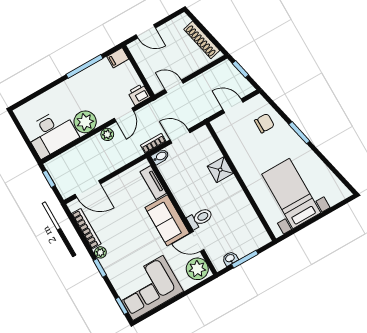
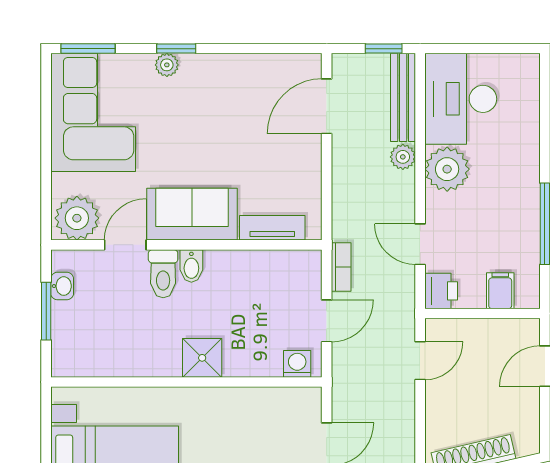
filing cabinet: (118, 58) -> (500, 291), moved
plant: (107, 134) -> (403, 157), moved
washing machine: (206, 138) -> (297, 364), added
bidet: (160, 157) -> (191, 266), moved
bench: (65, 158) -> (403, 97), added
shower: (220, 170) -> (202, 358), moved
bookcase: (86, 229) -> (259, 64), removed
plant: (100, 252) -> (167, 65), moved
window: (122, 306) -> (88, 49), width x1.50

